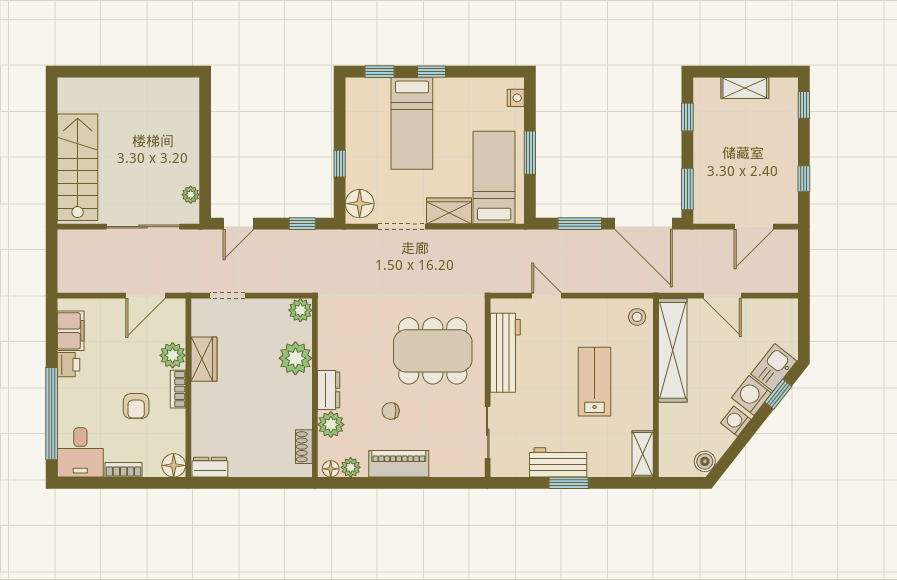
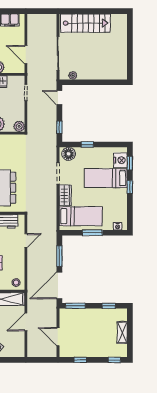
nightstand: (373, 92) -> (120, 160), added

